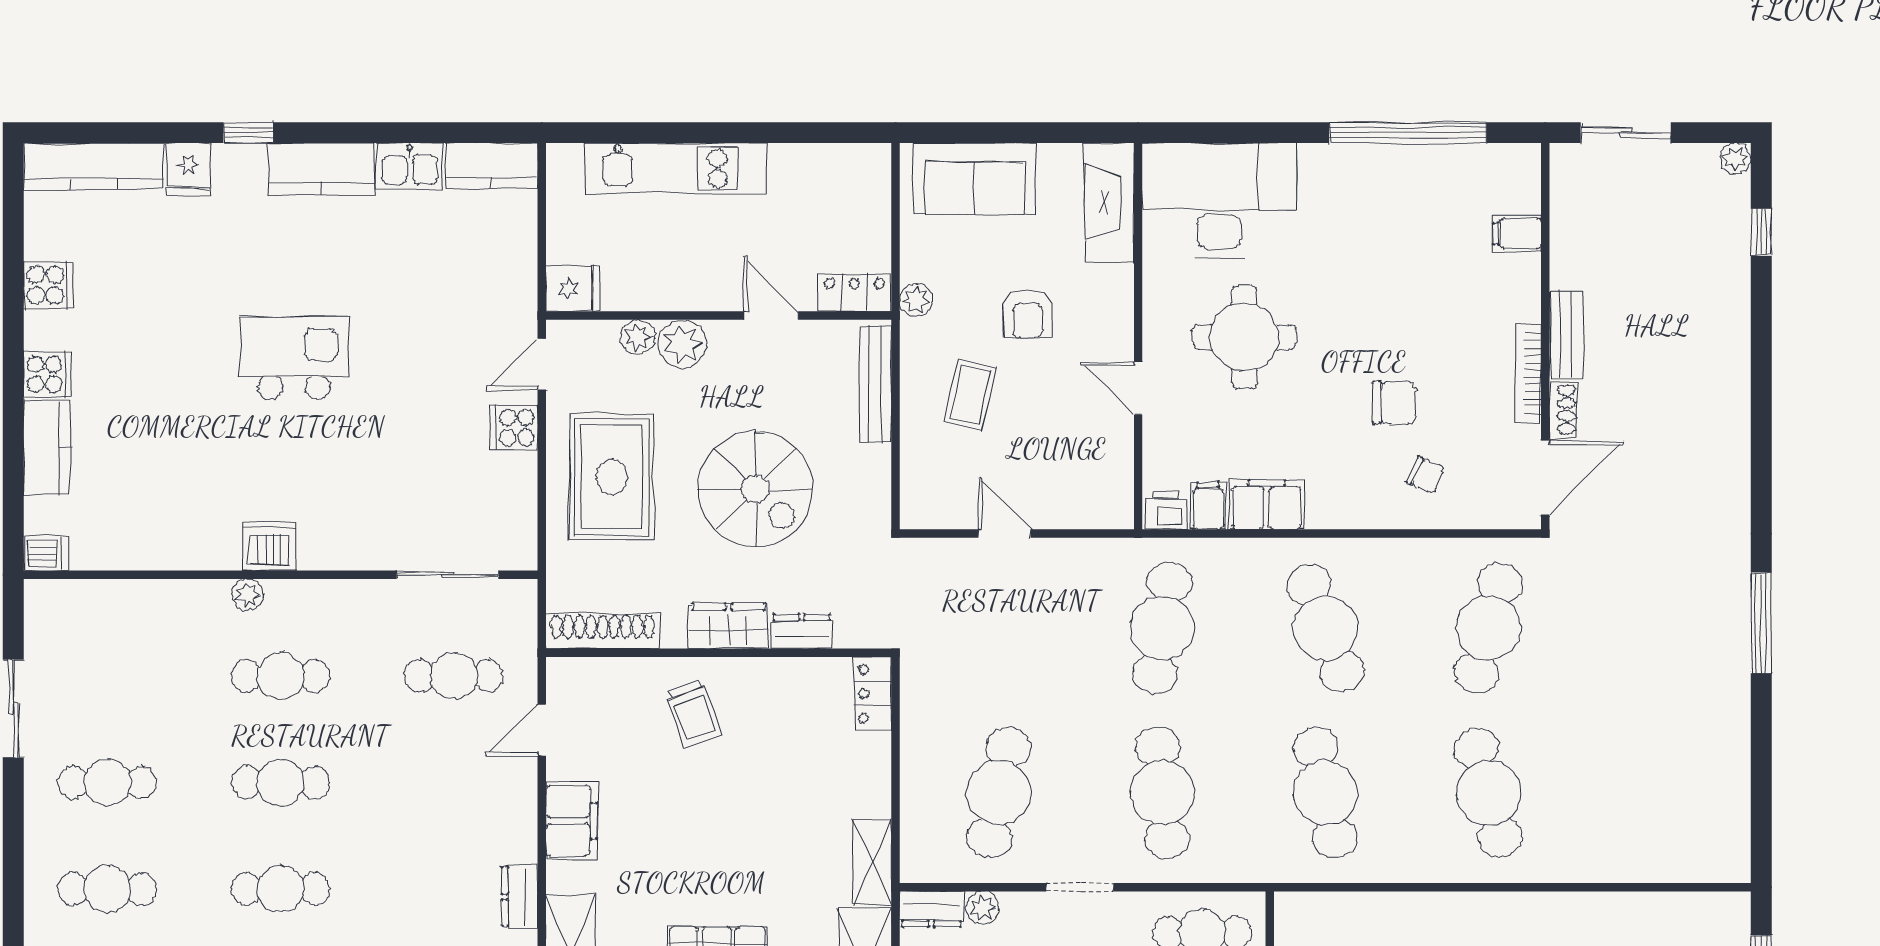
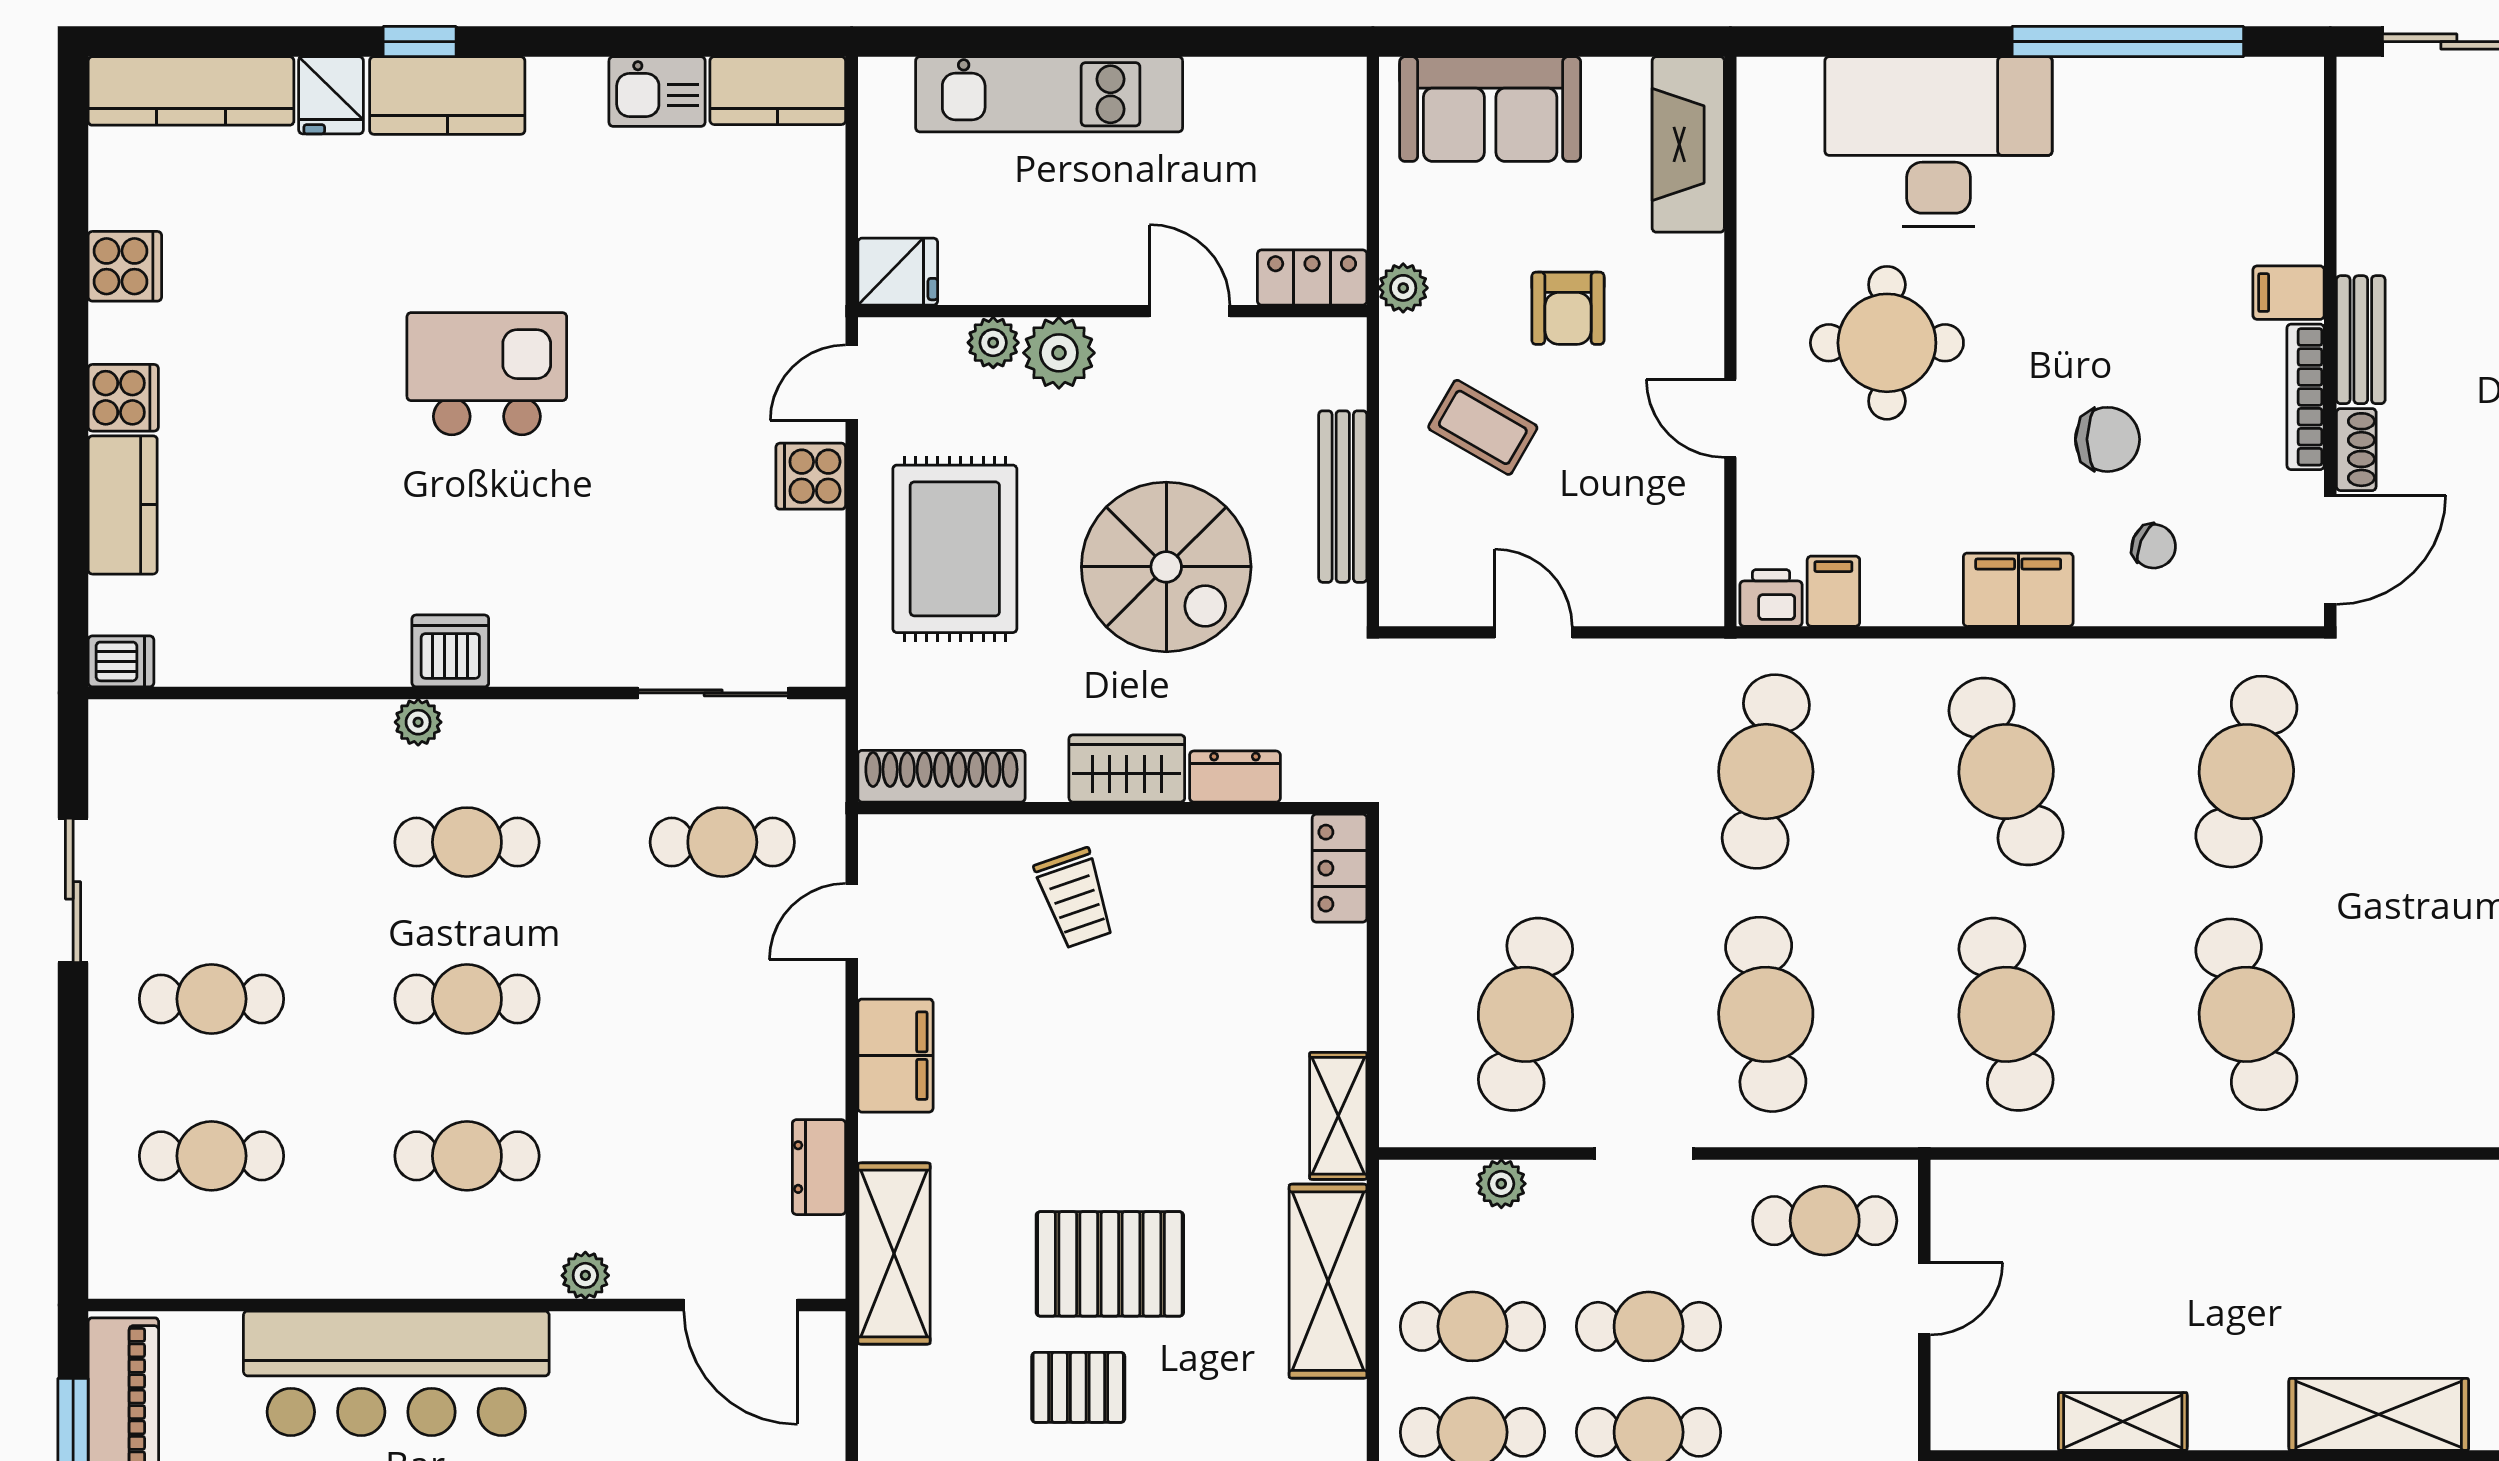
kitchen counter: (321, 169) -> (447, 95), moved
desk: (1219, 201) -> (1939, 142), moved
filing cabinet: (1517, 234) -> (2289, 293), moved
bench: (875, 384) -> (1343, 497), moved
coffee table: (970, 394) -> (1483, 427), turned -73
filing cabinet: (1267, 505) -> (2018, 590), moved
dresser: (931, 909) -> (1426, 1186), removed

